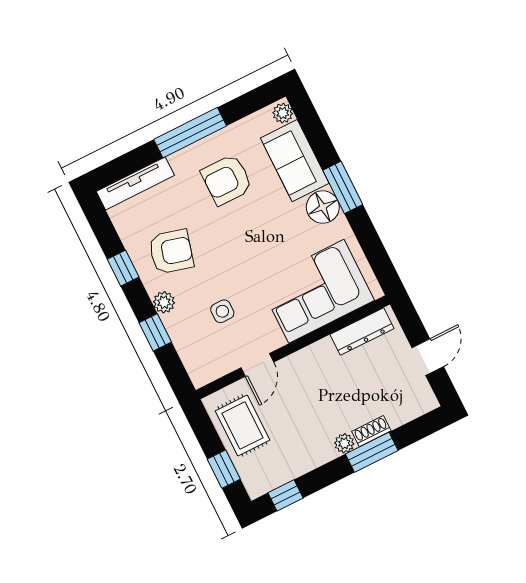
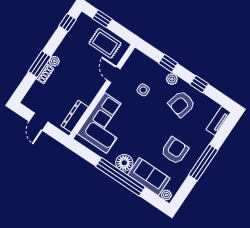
tv unit: (135, 183) -> (218, 121), width x0.71
window: (343, 187) -> (120, 177), width x2.11

